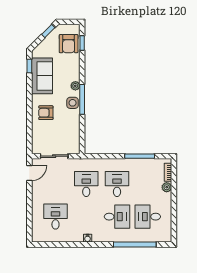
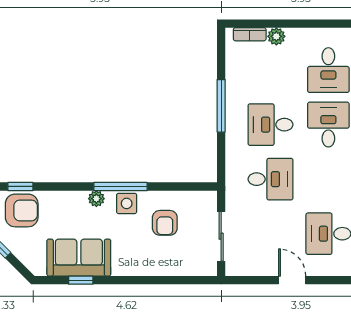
window: (29, 66) -> (81, 280), moved
armchair: (46, 113) -> (165, 223), moved
window: (140, 156) -> (221, 106), moved
door: (29, 173) -> (292, 280), moved
desk: (86, 184) -> (270, 179), turned 180

